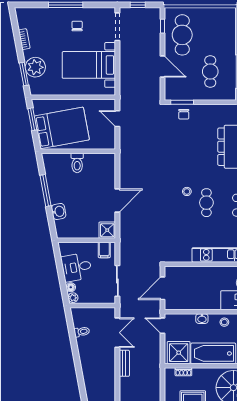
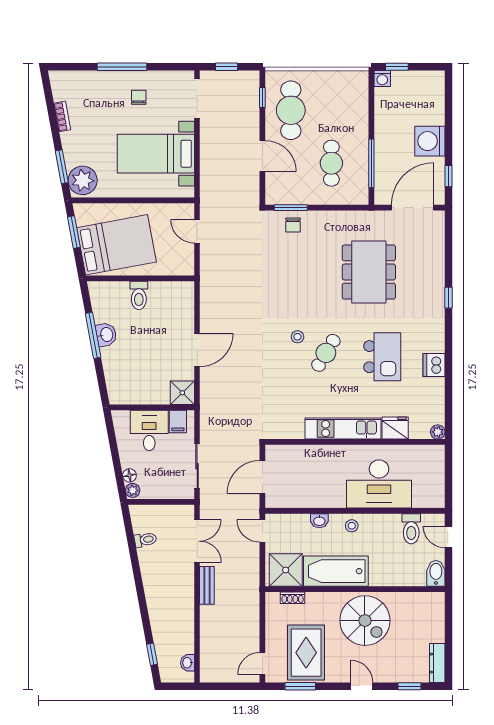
plant: (35, 67) -> (83, 180), moved
cafe table: (206, 203) -> (326, 353), turned 31
washbasin: (59, 211) -> (106, 335), moved
desk: (77, 267) -> (149, 430), moved, turned 100

